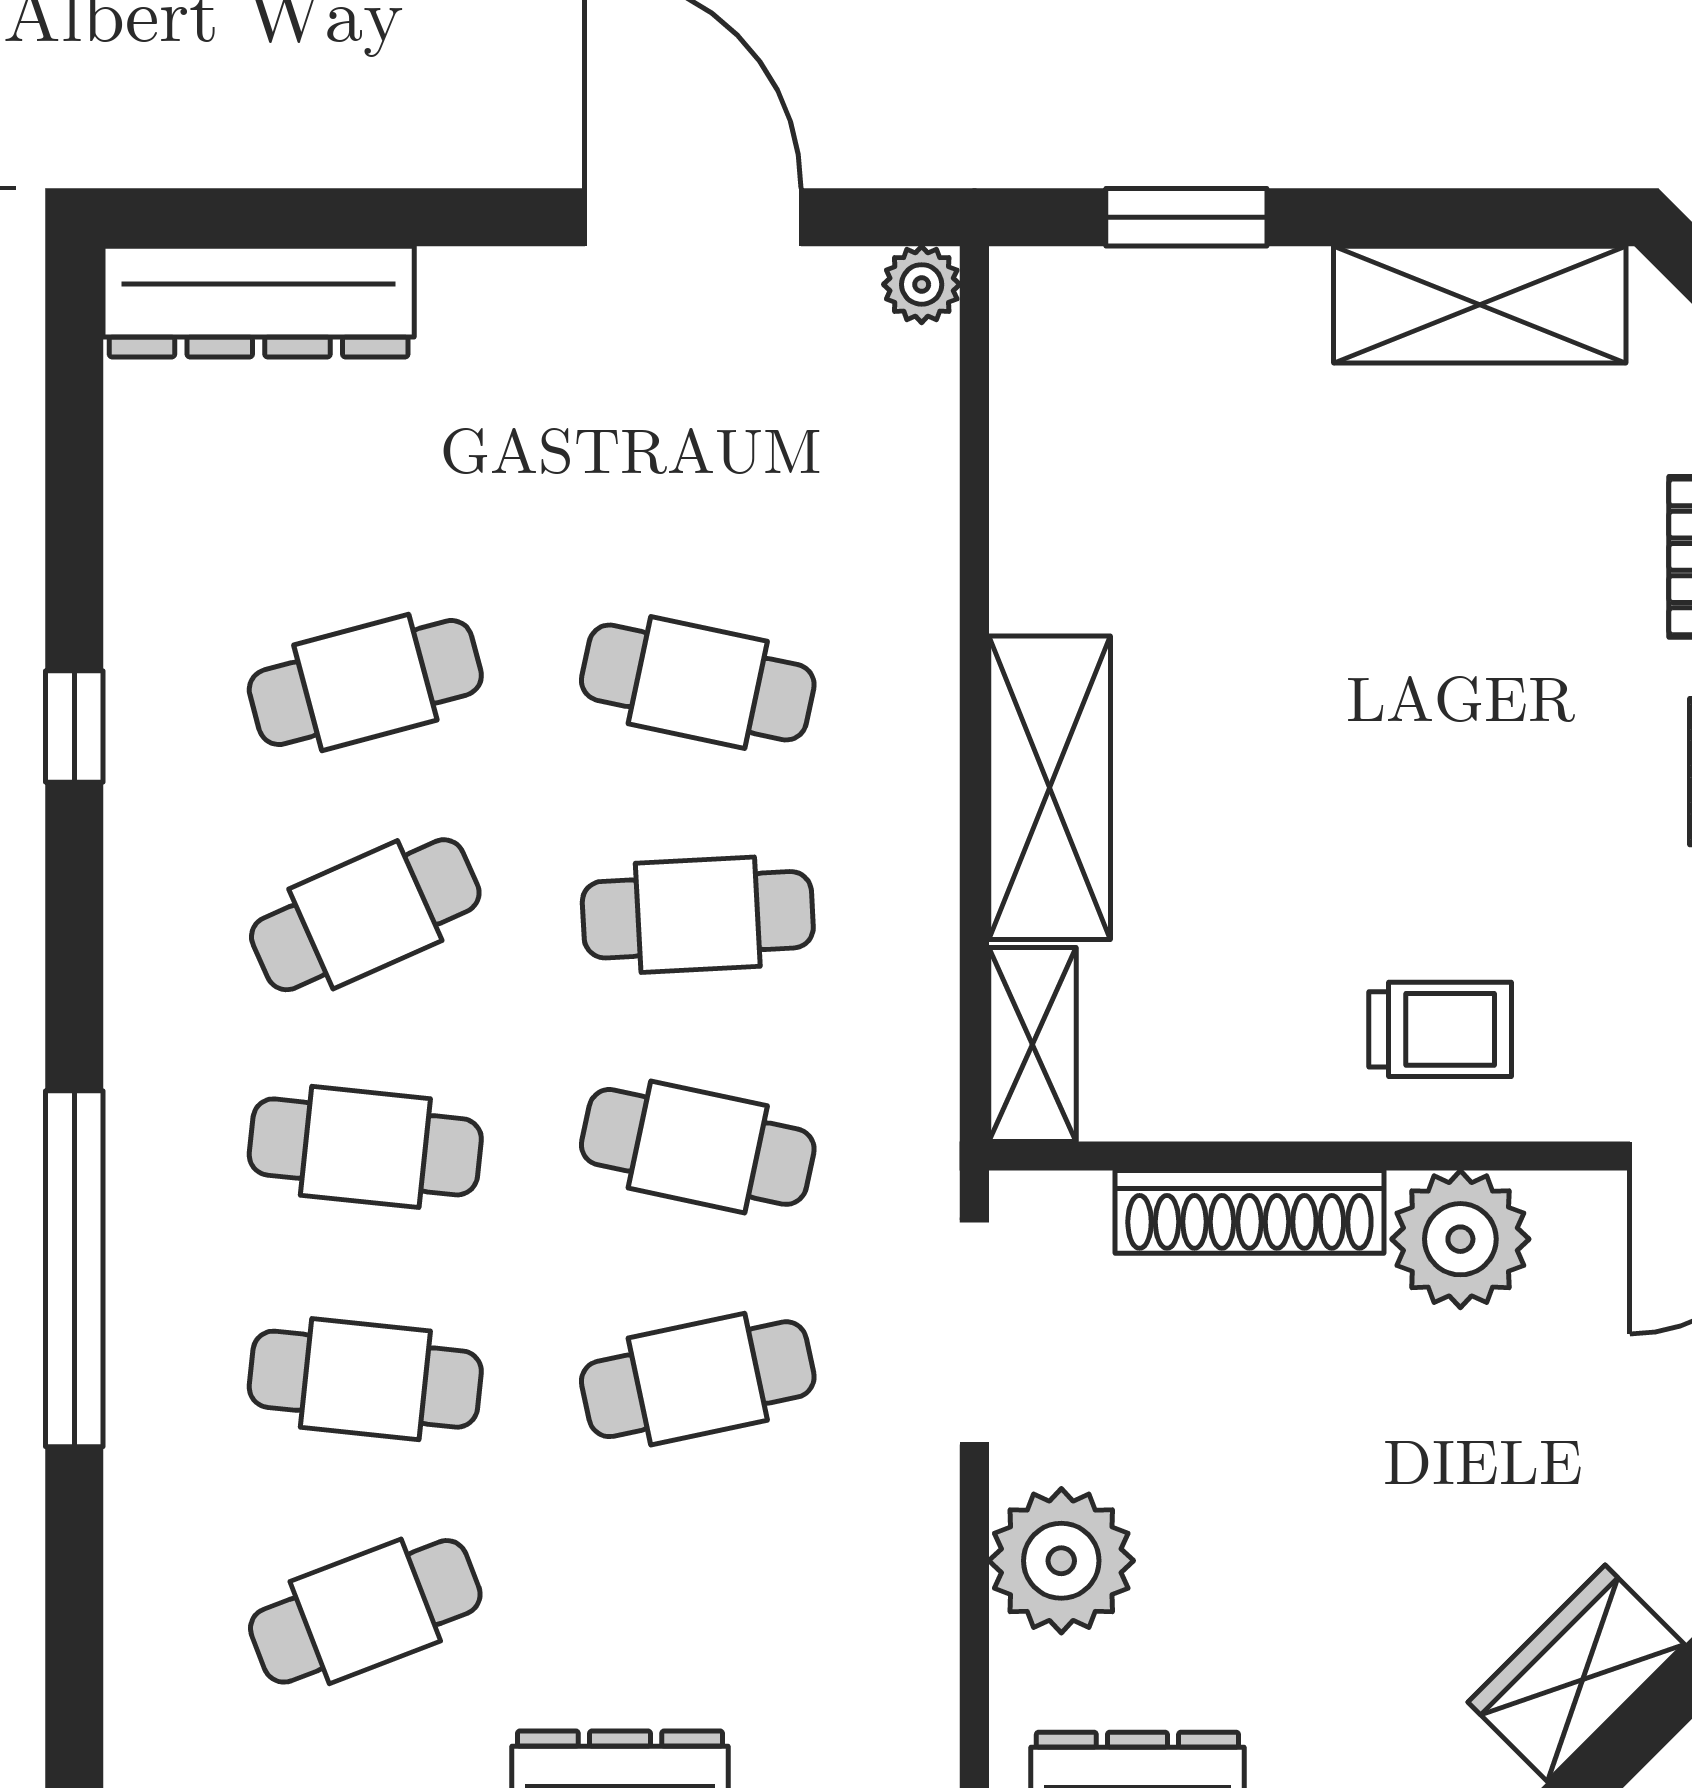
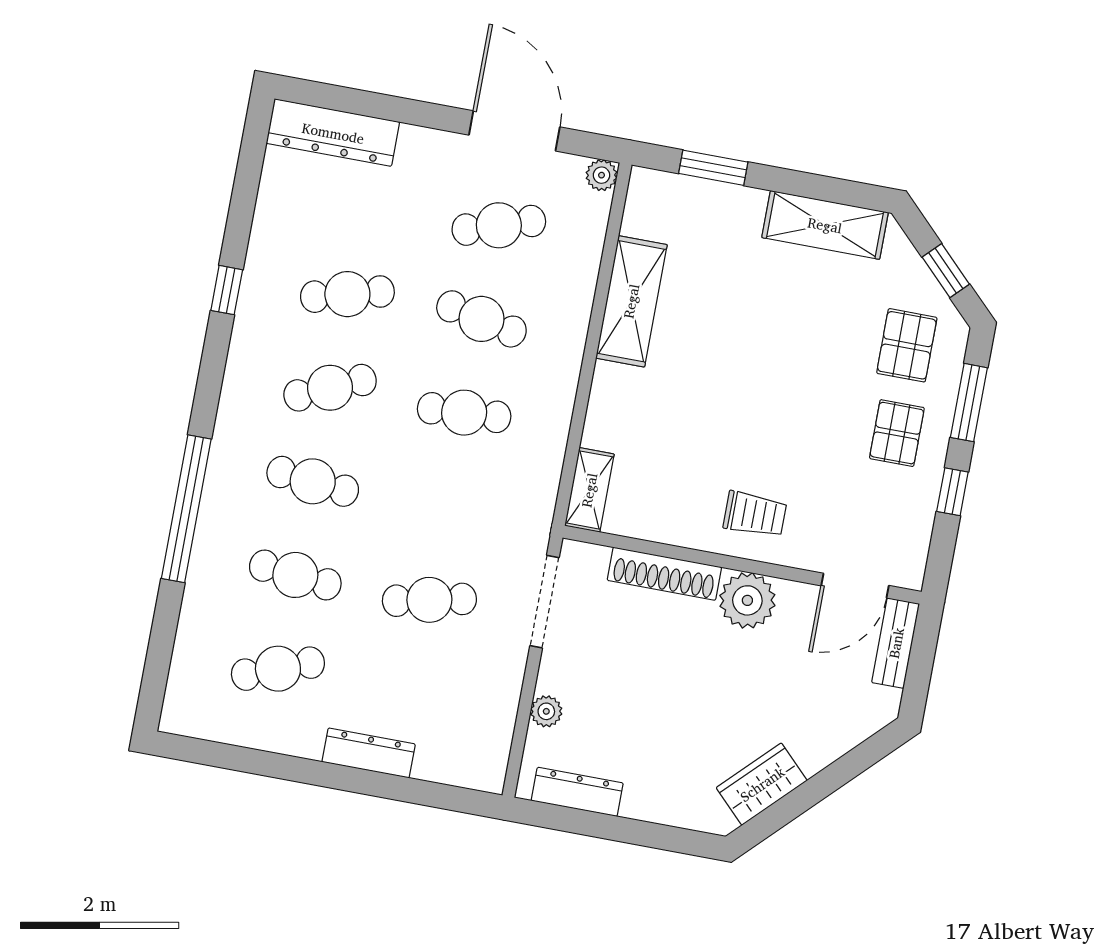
shelving: (1050, 788) -> (631, 301), moved
cafe table: (698, 1147) -> (499, 225), moved, turned -30
plant: (1061, 1561) -> (546, 711), width x0.53, depth x0.53

